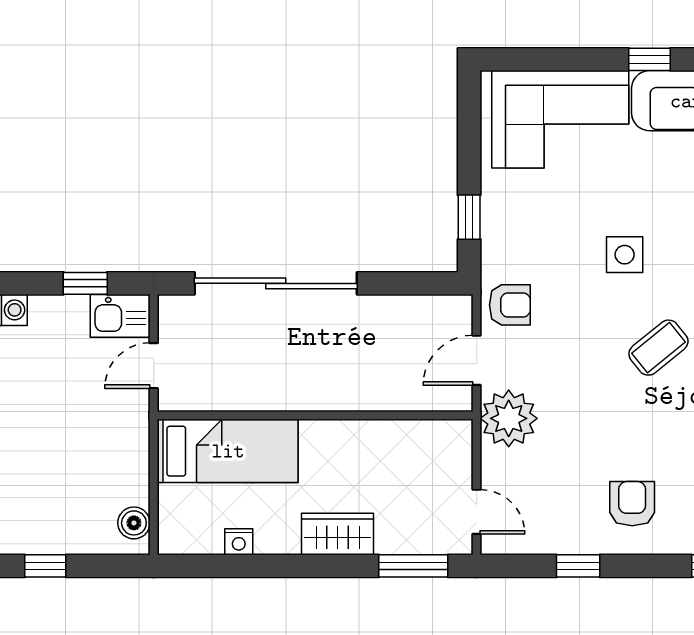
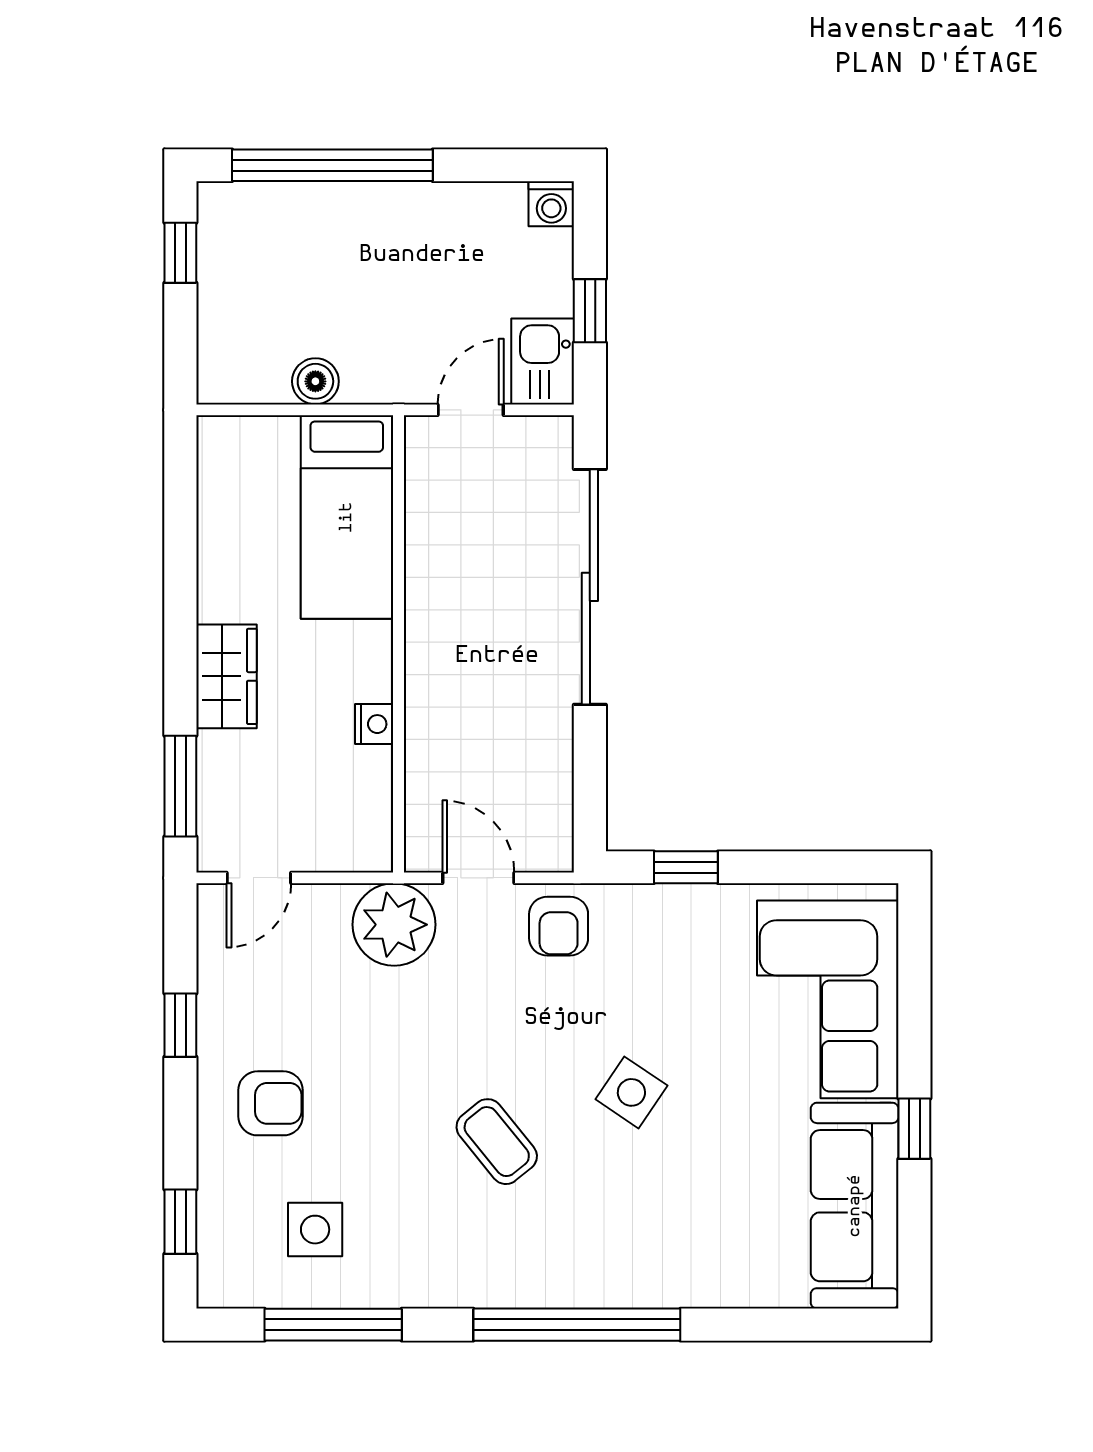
side table: (625, 255) -> (631, 1092), turned 34
door: (154, 366) -> (471, 410), hinge flipped
boiler: (134, 523) -> (315, 381), moved
nightstand: (239, 542) -> (374, 724), moved, turned 180

